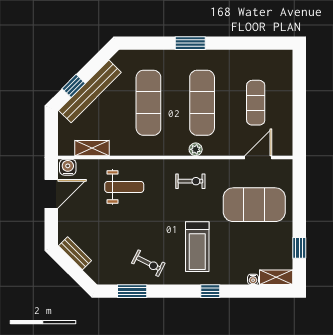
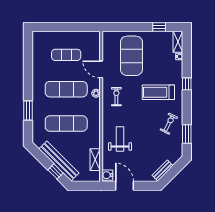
window: (190, 43) -> (28, 110), moved
door: (258, 157) -> (101, 69), moved
treadmill: (197, 247) -> (158, 92), turned 180

